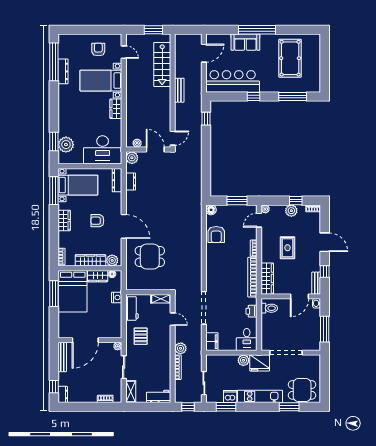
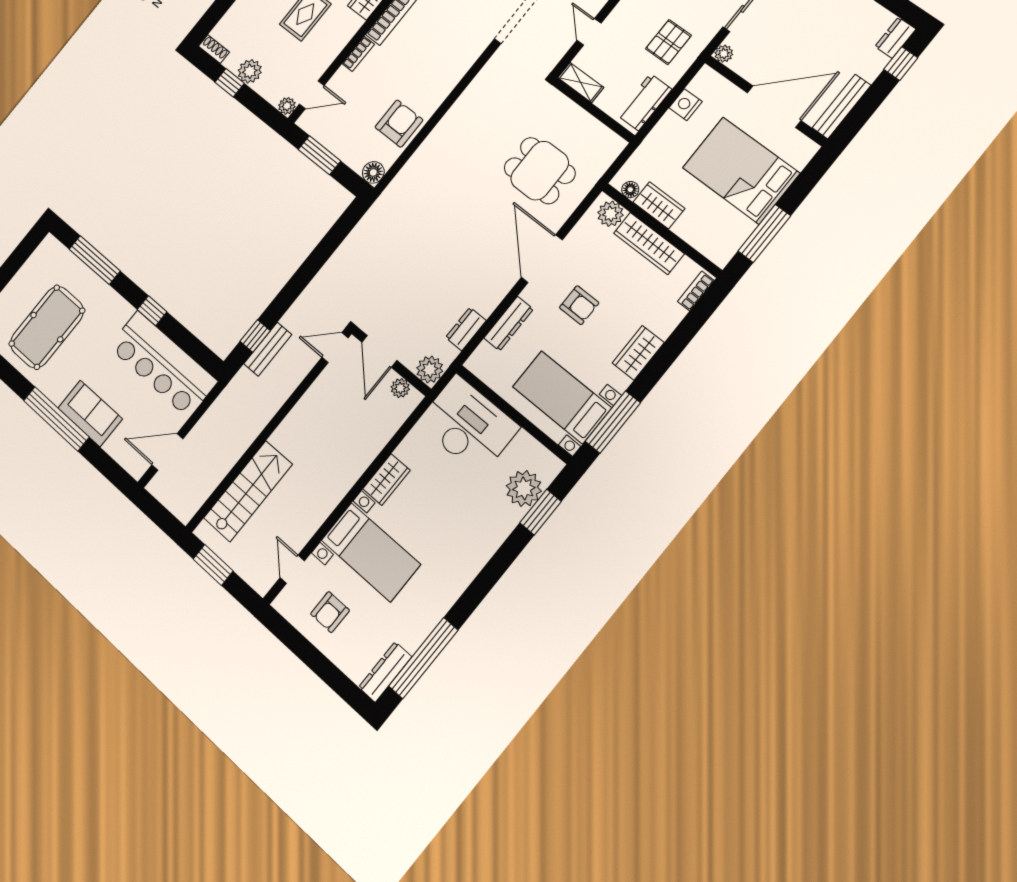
dresser: (63, 71) -> (385, 672), moved
bench: (179, 90) -> (268, 349), moved
dresser: (117, 180) -> (509, 324), moved
bed: (73, 291) -> (741, 170), moved, turned -90
nightstand: (117, 297) -> (686, 105), moved

